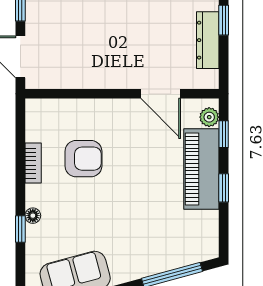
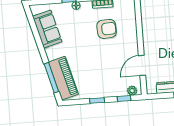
armchair: (83, 159) -> (107, 29), turned -93
piano: (201, 169) -> (63, 78), moved, turned 75

